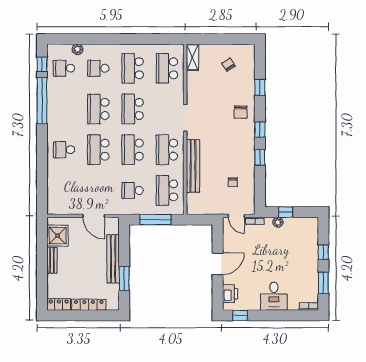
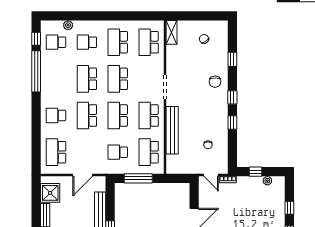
school desk: (64, 190) -> (56, 152), added
door: (94, 216) -> (83, 175), hinge flipped
plant: (278, 222) -> (267, 181), moved

